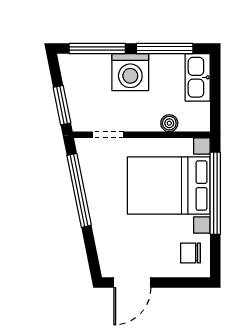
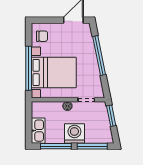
boiler: (169, 123) -> (67, 106), moved
window: (79, 190) -> (99, 56), moved

